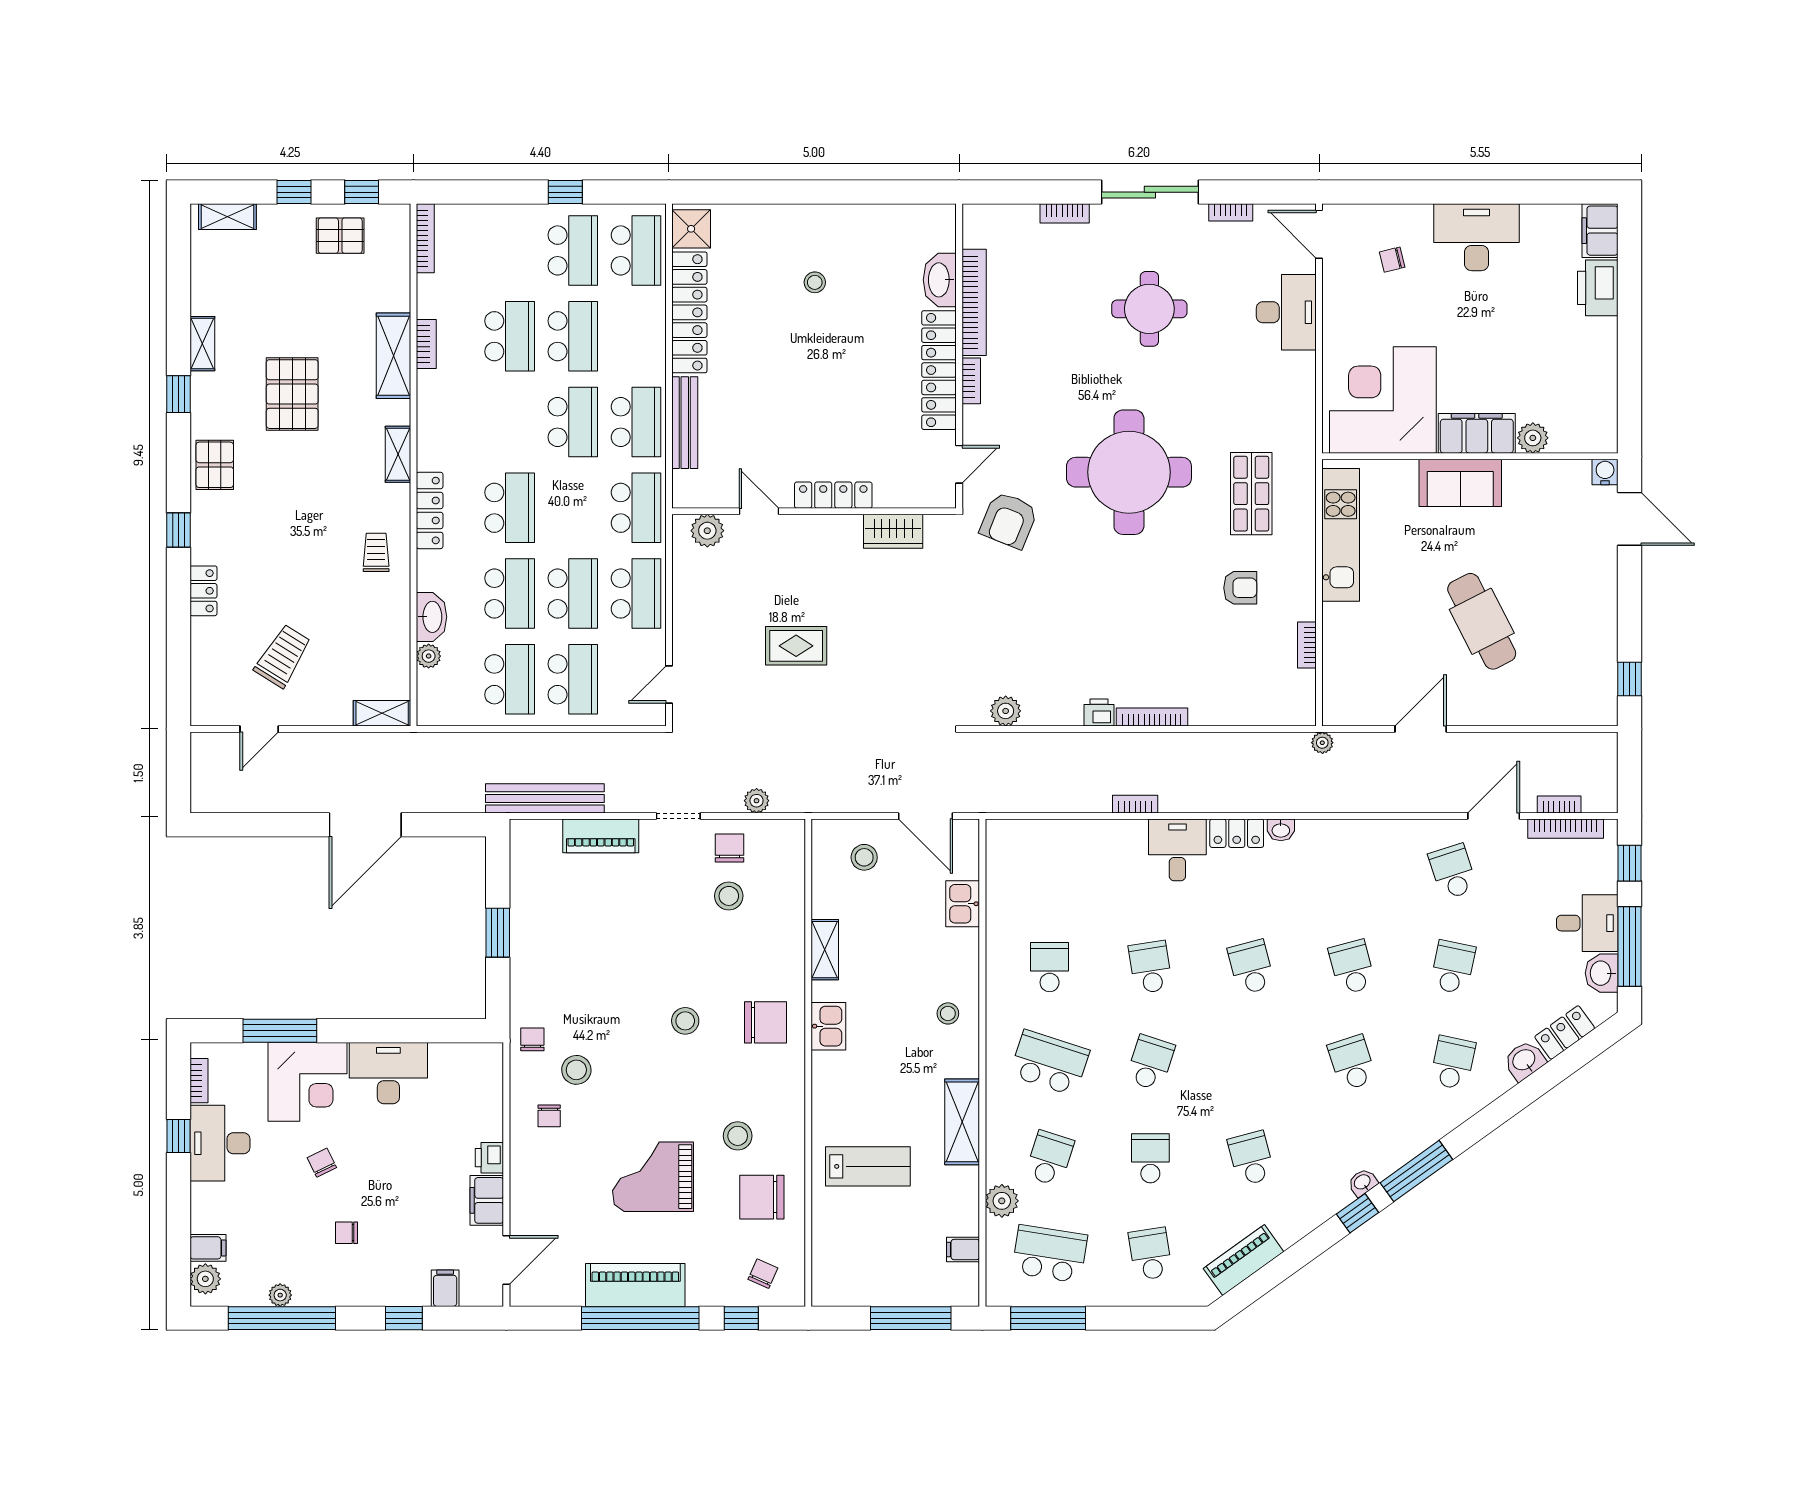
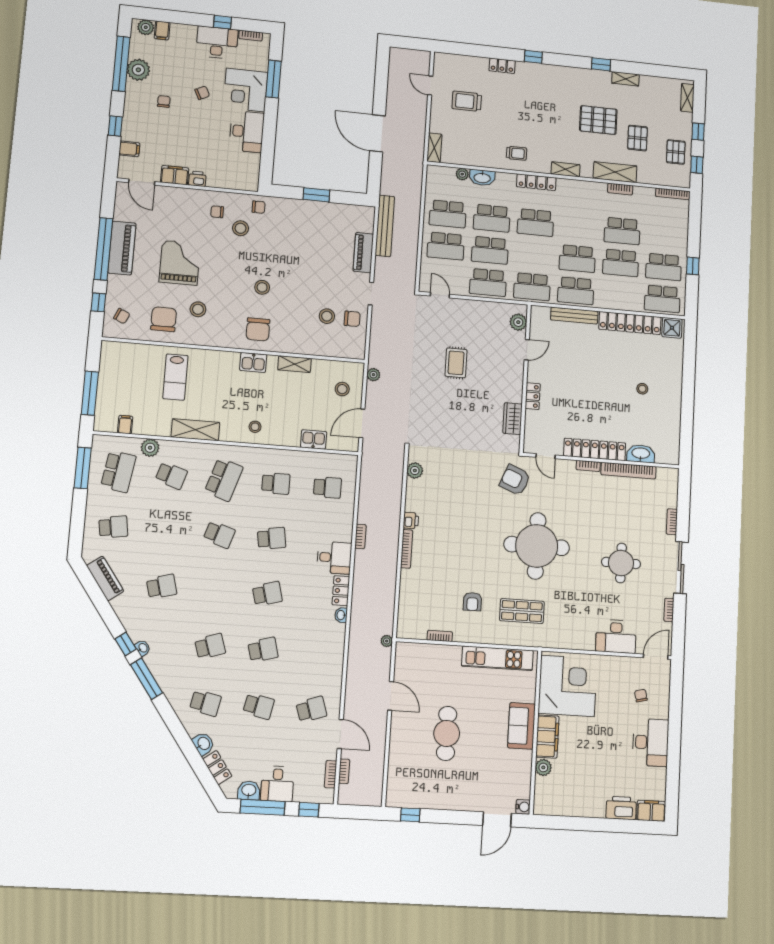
pallet: (215, 465) -> (637, 138), moved, turned 90
locker: (833, 495) -> (533, 396), width x0.66
cafe table: (1482, 621) -> (447, 733), turned -63
trolley: (283, 656) -> (467, 101), turned 148
plant: (757, 801) -> (373, 375), moved
bookcase: (1566, 829) -> (331, 774), width x0.64
school desk: (1150, 1158) -> (327, 487), moved
plant: (280, 1295) -> (138, 70), width x1.88, depth x1.88

